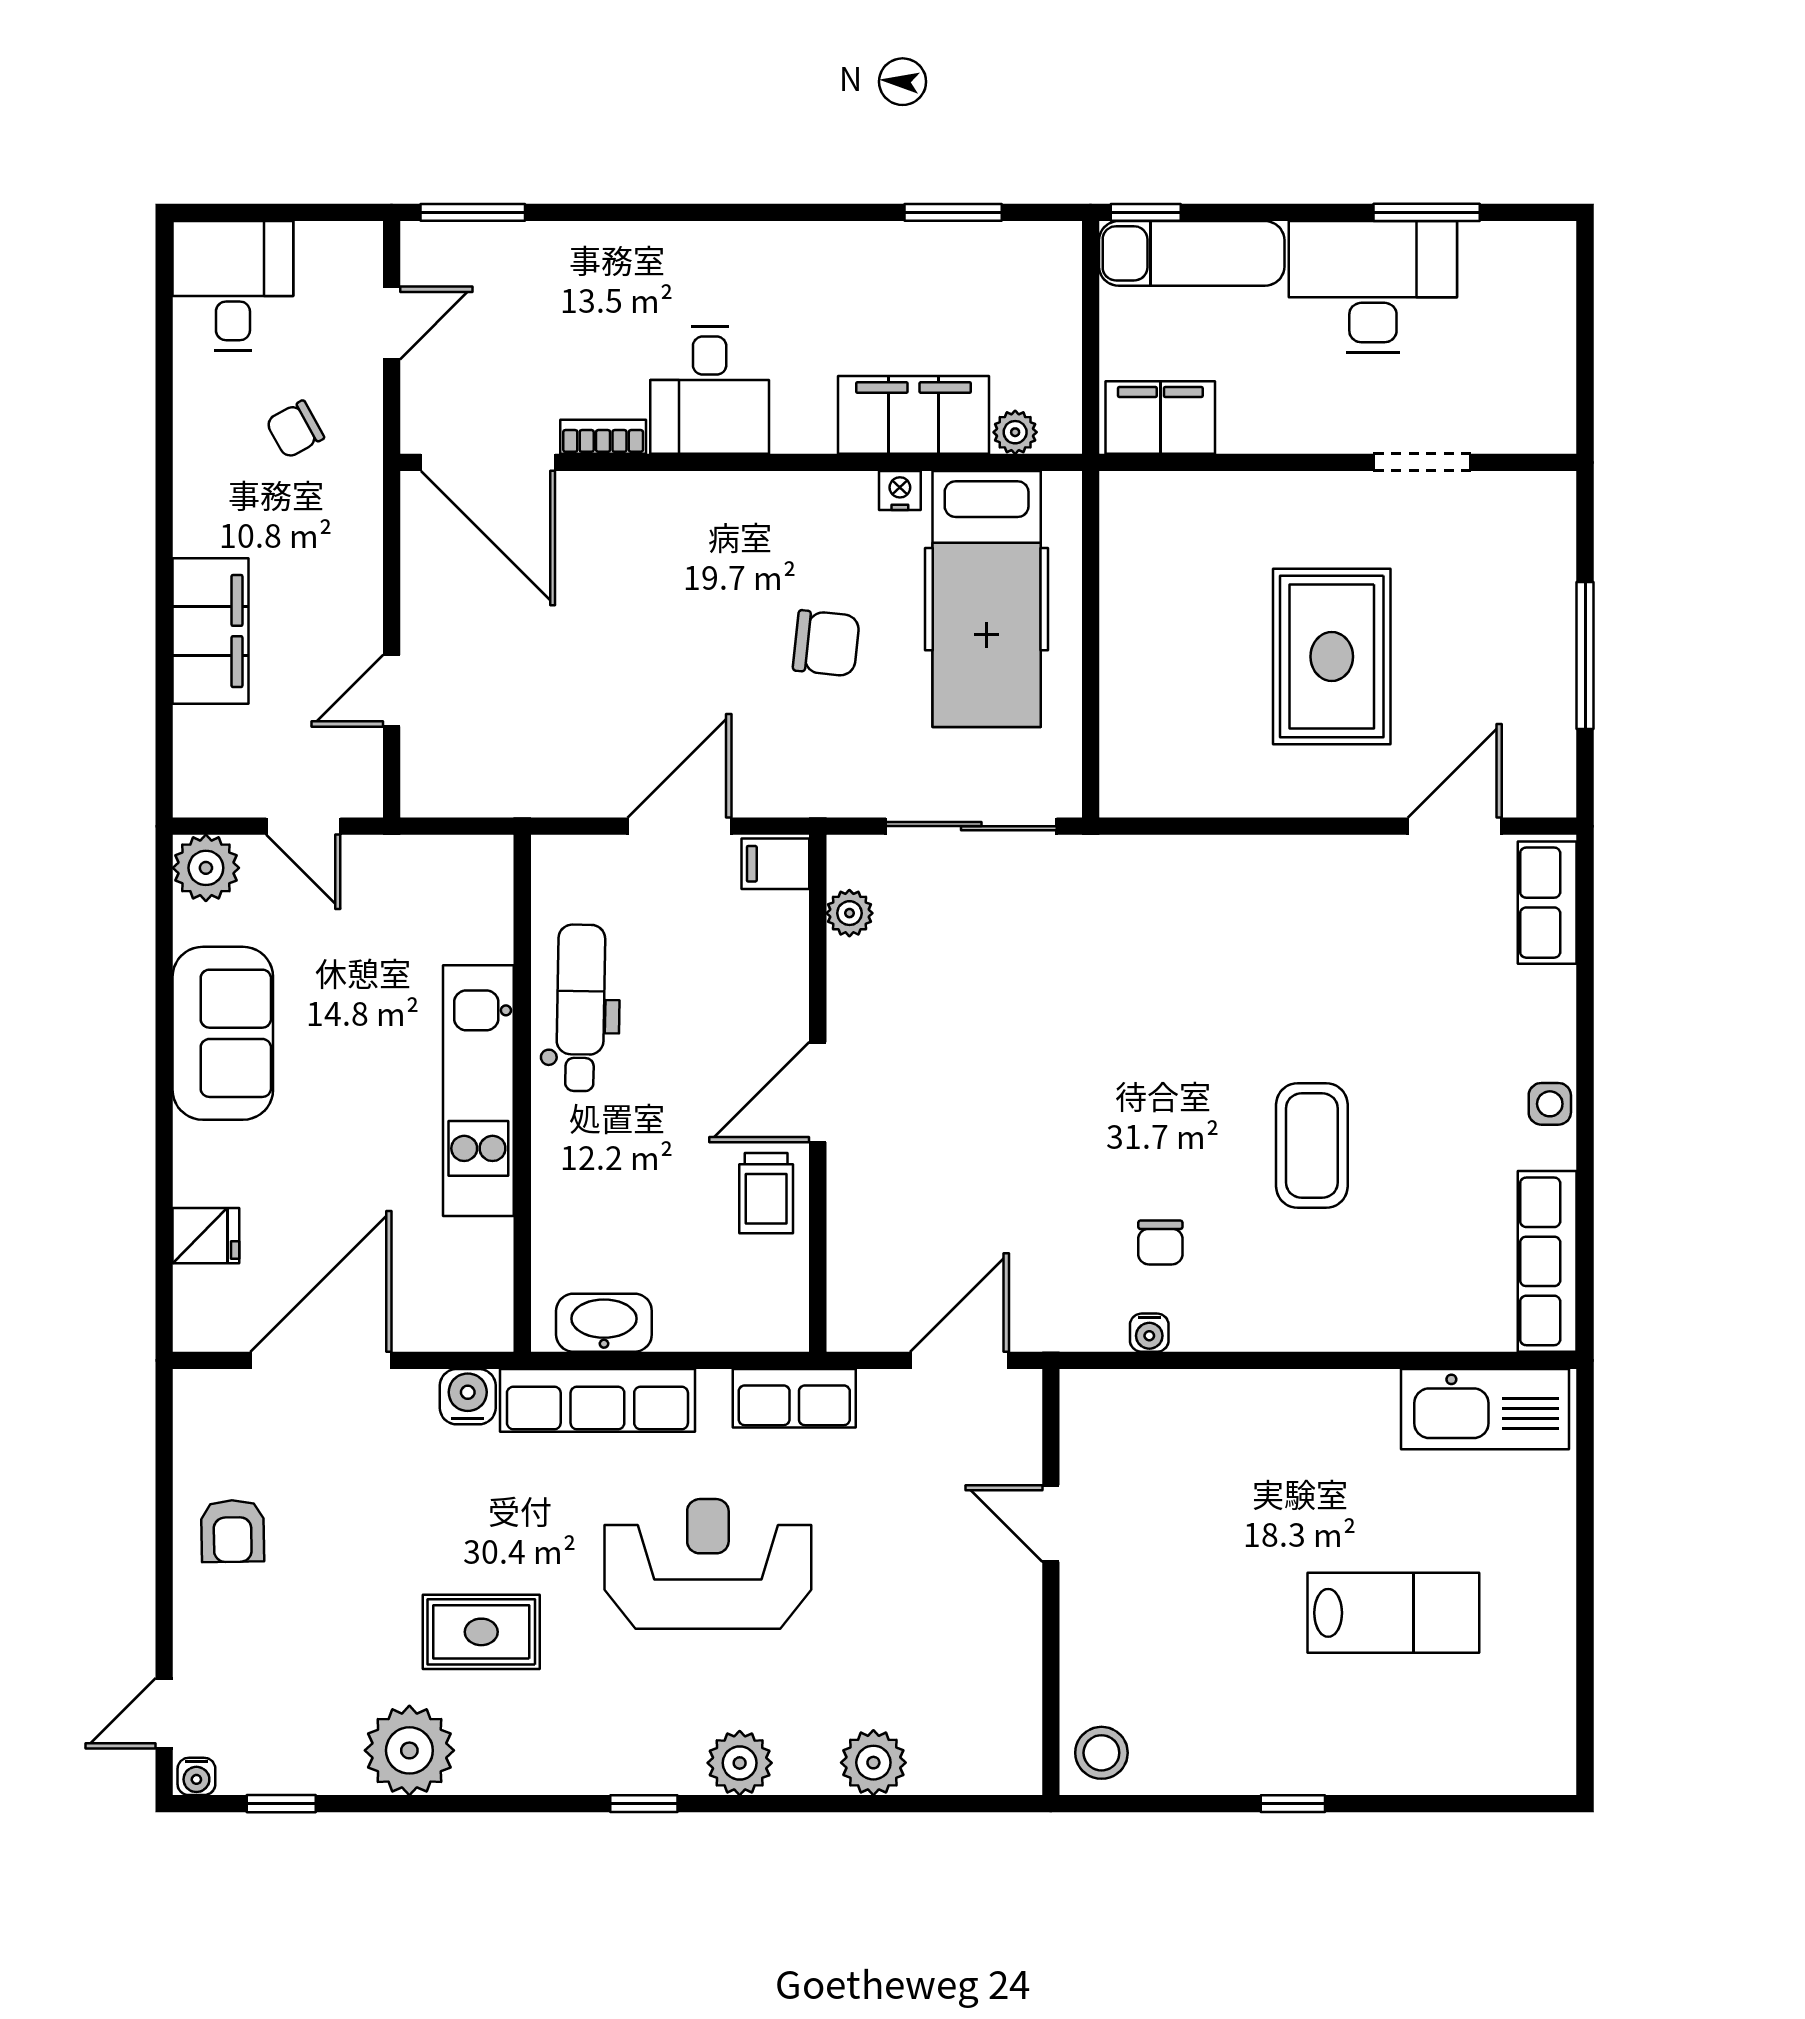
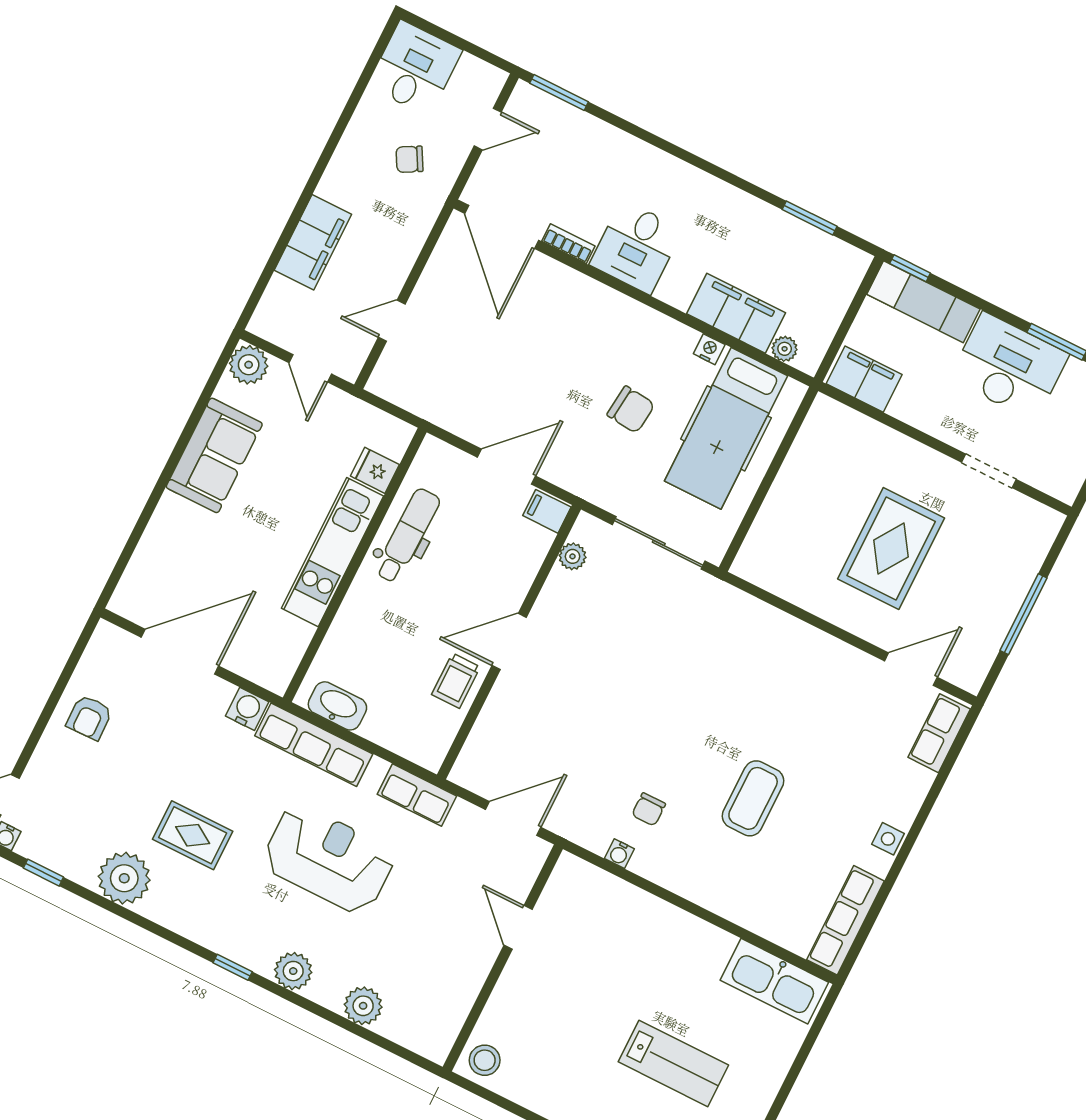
fridge: (206, 1236) -> (375, 470), moved, turned 180

